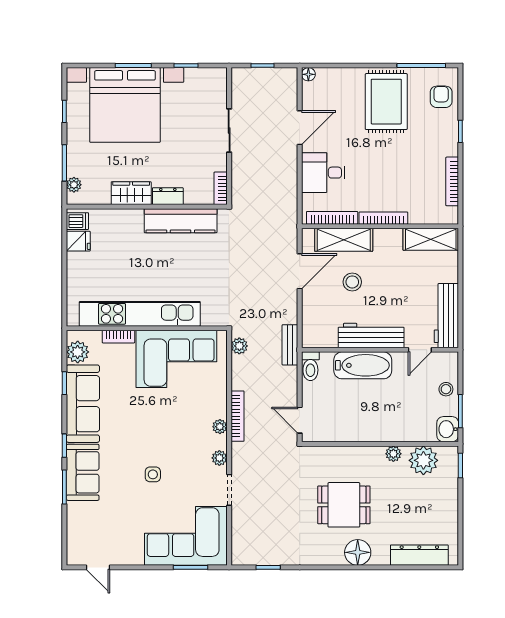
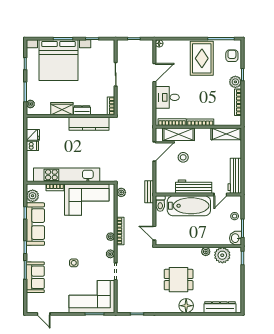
plant: (447, 144) -> (235, 82), added
dishwasher: (77, 221) -> (32, 146), moved
bathtub: (363, 365) -> (189, 206), width x1.36, depth x1.36
sofa: (83, 472) -> (35, 277), moved

